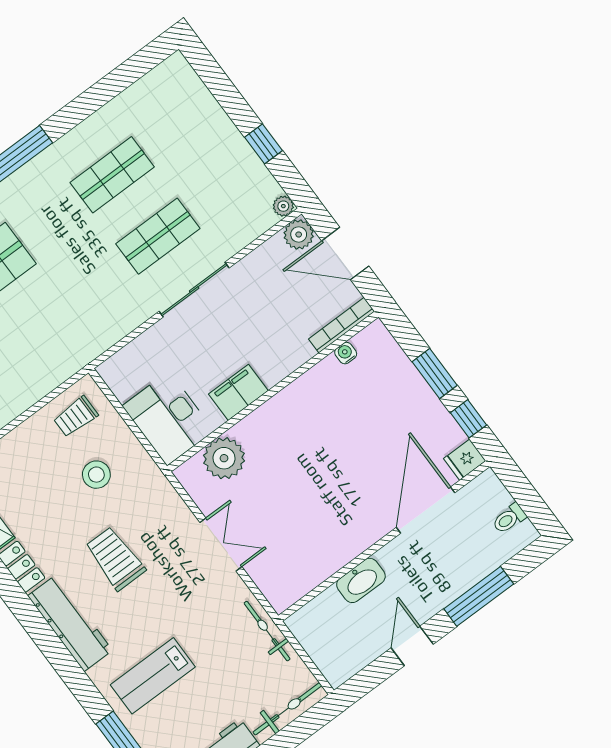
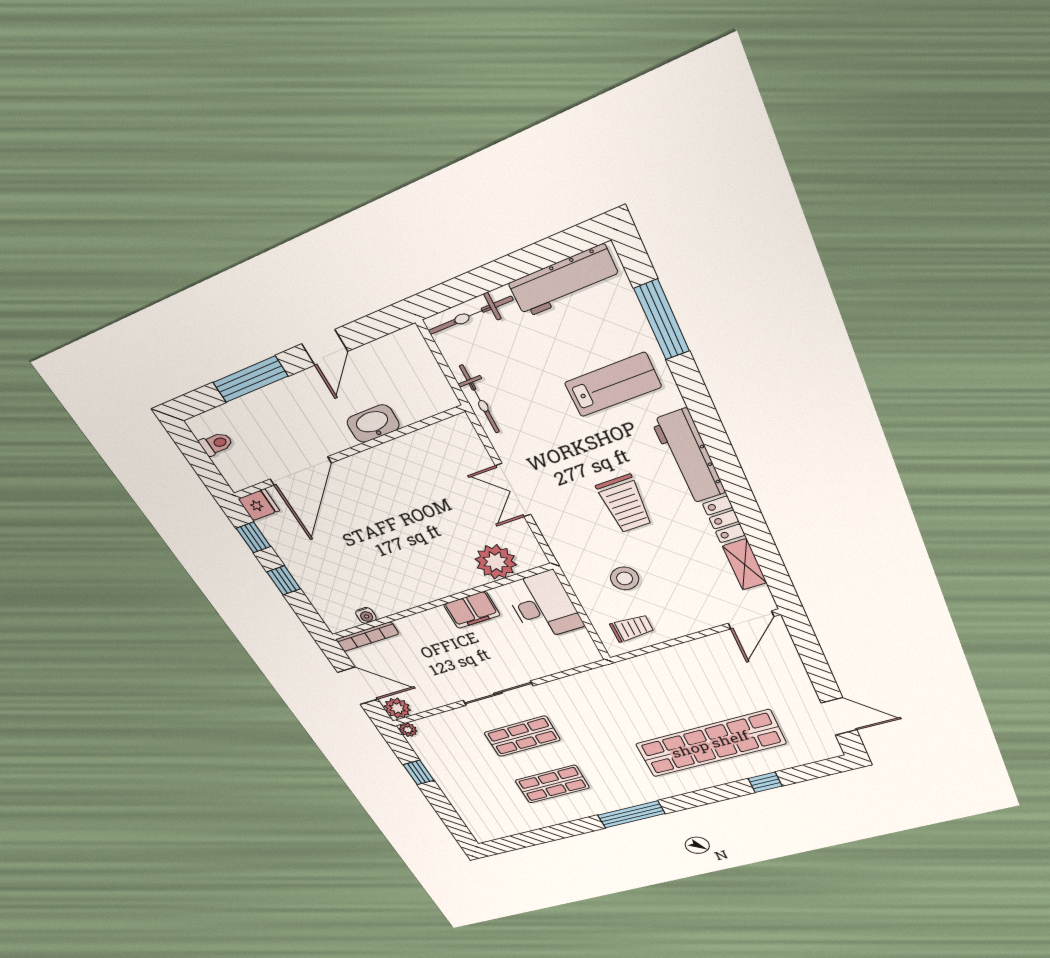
window: (435, 374) -> (284, 580), width x0.67

